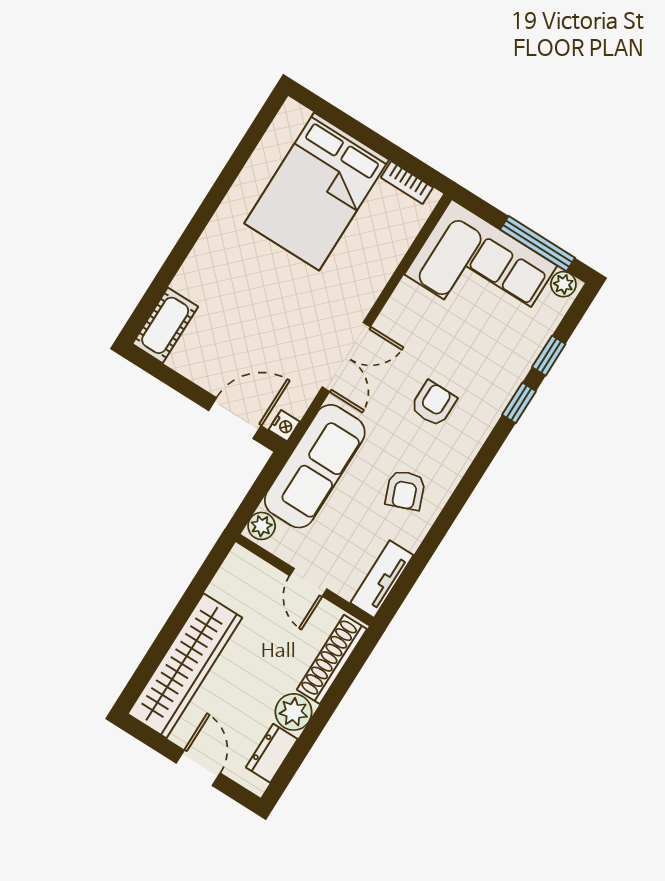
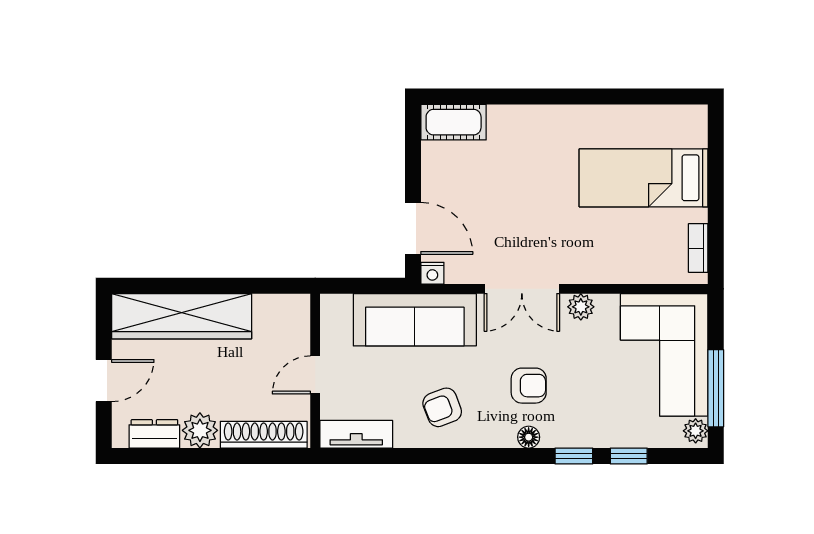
bed: (317, 192) -> (643, 178), width x0.67
floor lamp: (478, 432) -> (529, 437), added
plant: (262, 526) -> (581, 307), moved

